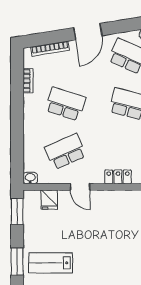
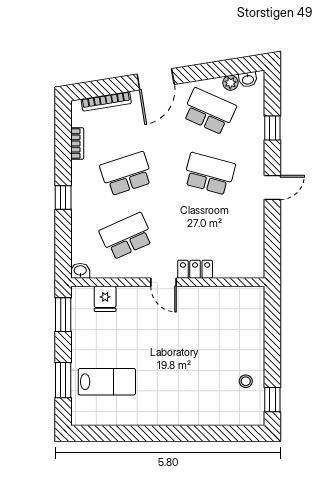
school desk: (65, 104) -> (126, 174), turned -36
window: (17, 122) -> (63, 198), added
door: (80, 187) -> (164, 282), moved
lab bench: (51, 263) -> (107, 382), turned 180

